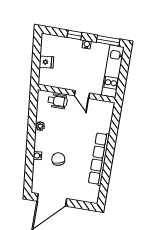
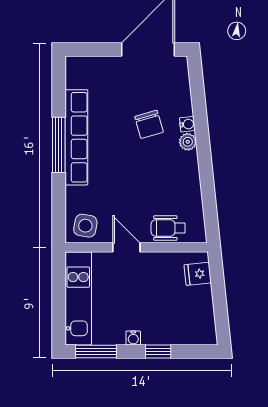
fridge: (46, 62) -> (198, 274), moved
side table: (102, 110) -> (85, 226), added
plant: (40, 126) -> (188, 142), moved
window: (109, 156) -> (59, 145), added

